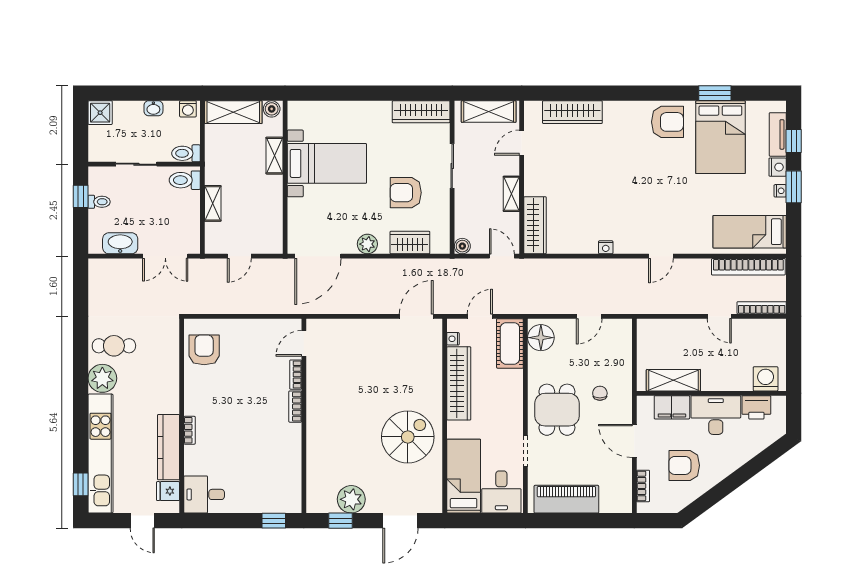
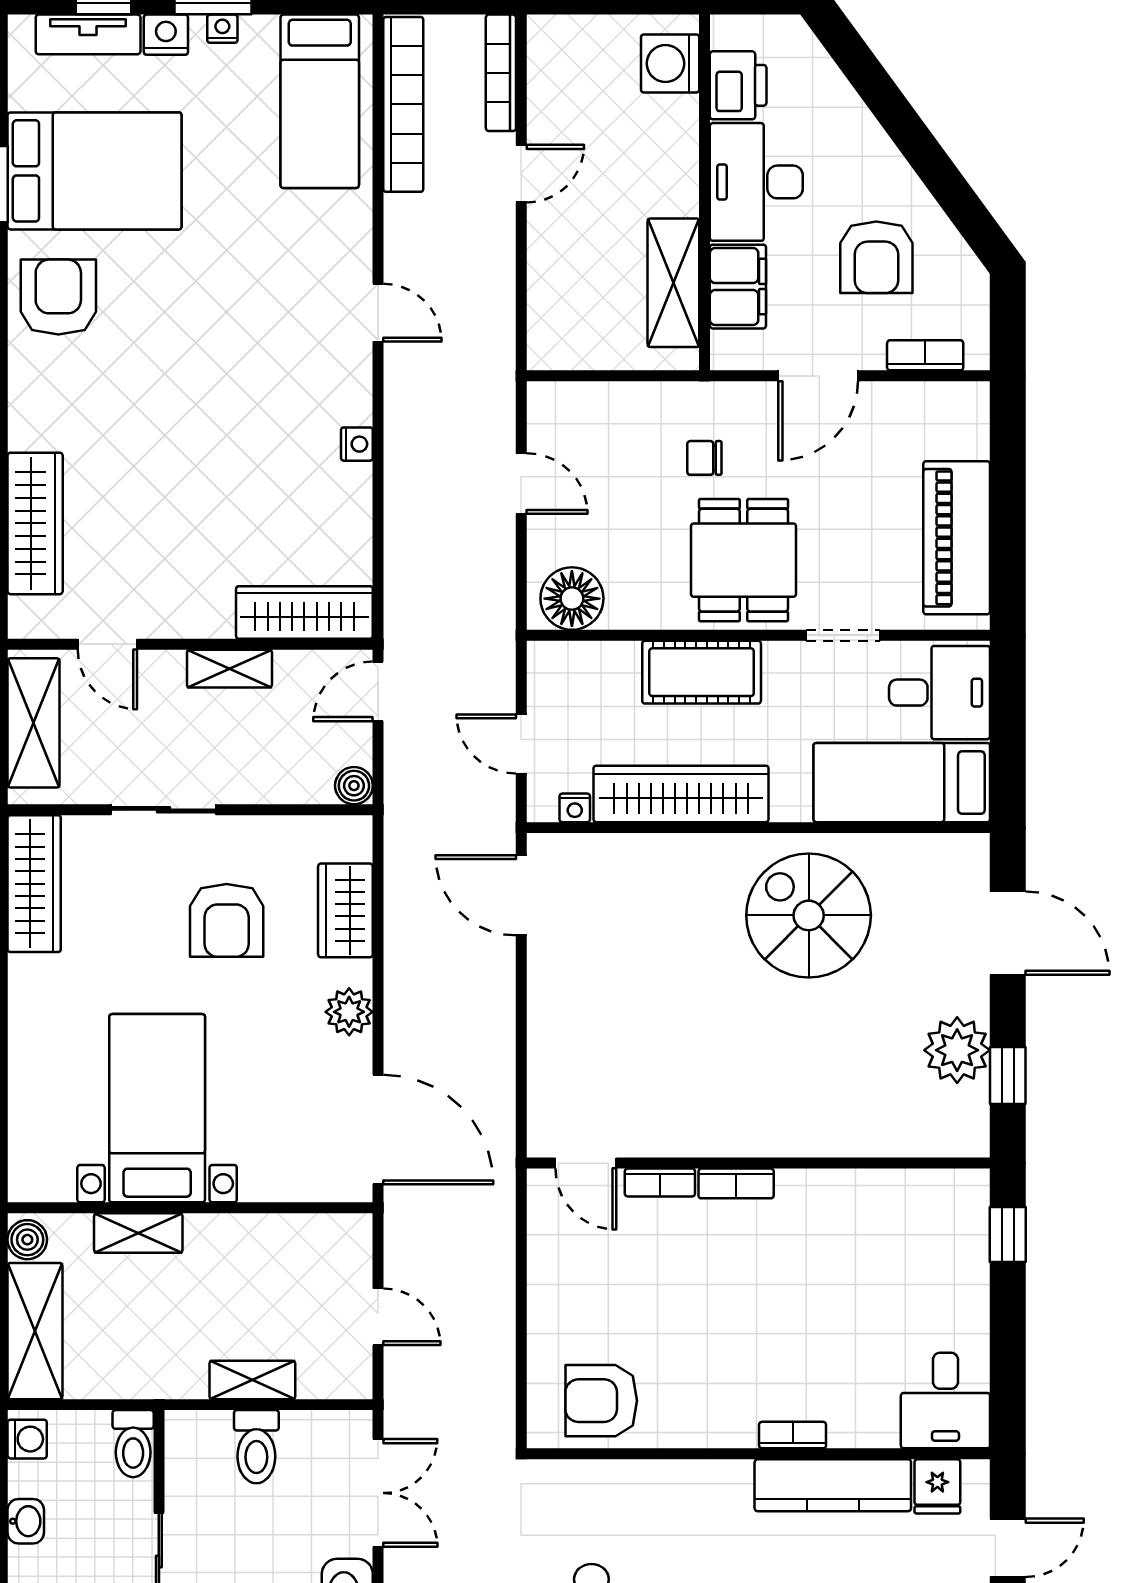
toilet: (185, 180) -> (256, 1447), moved
cot: (510, 343) -> (702, 672), moved
dining table: (557, 410) -> (744, 560), turned 90

